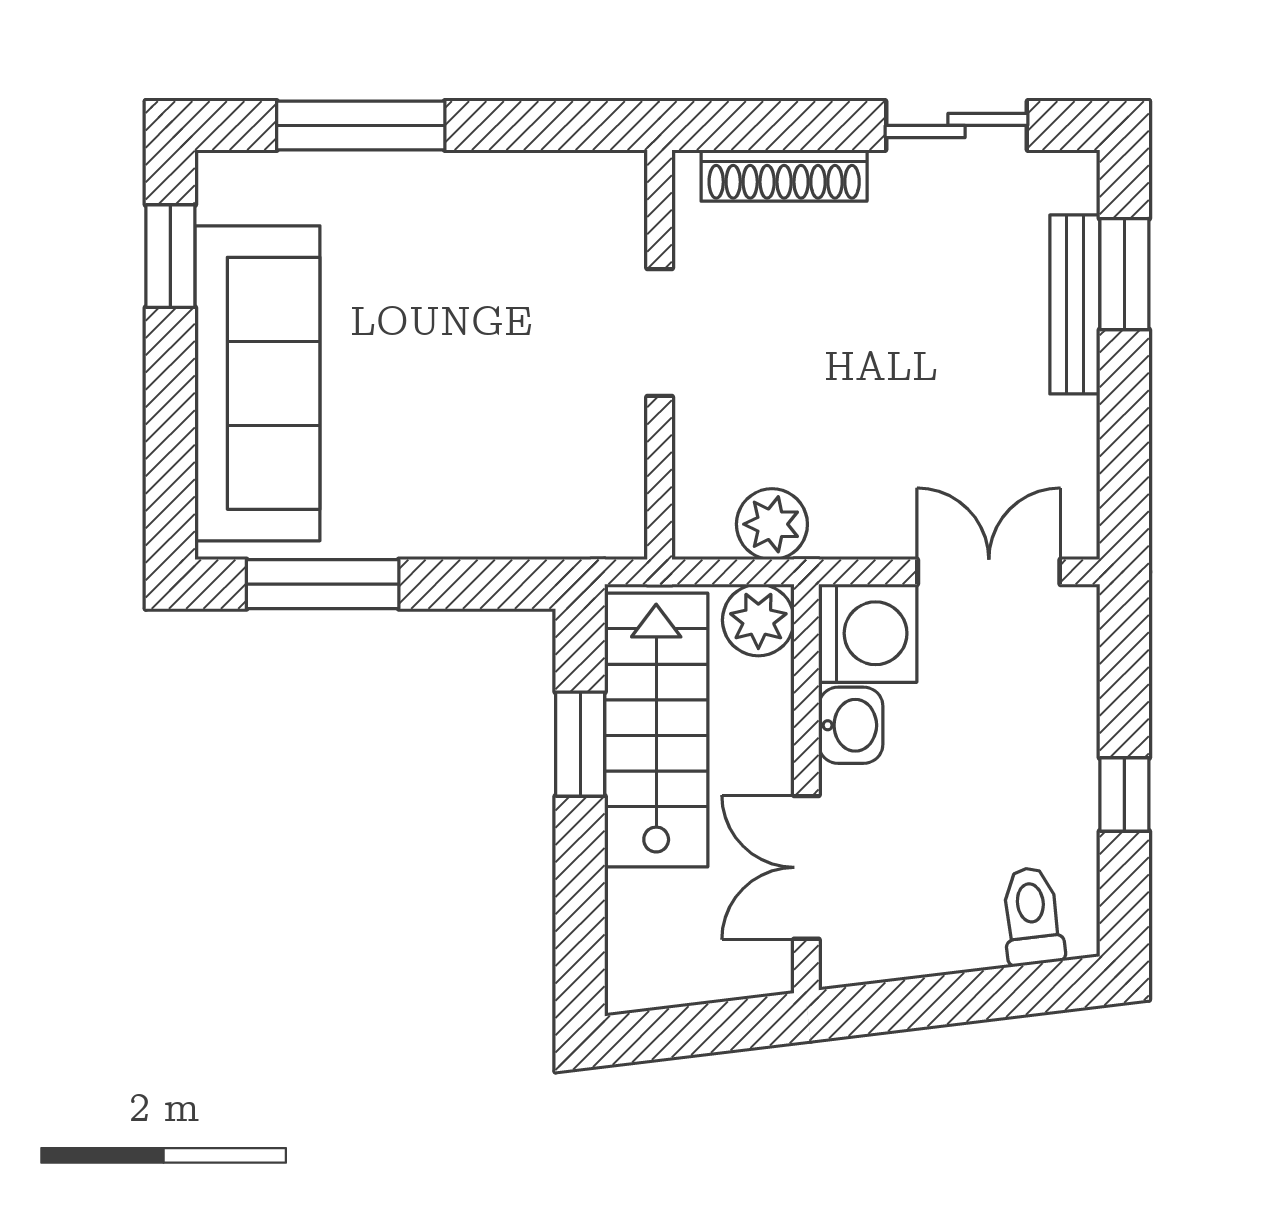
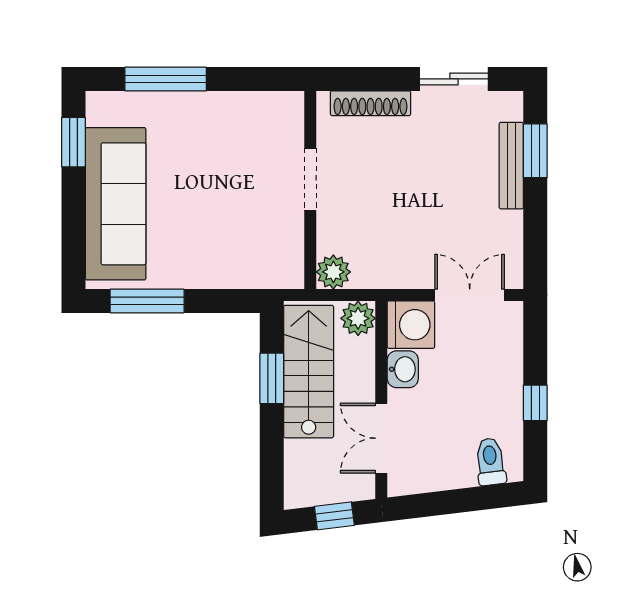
plant: (772, 524) -> (333, 272), moved
window: (709, 1028) -> (334, 516), added

